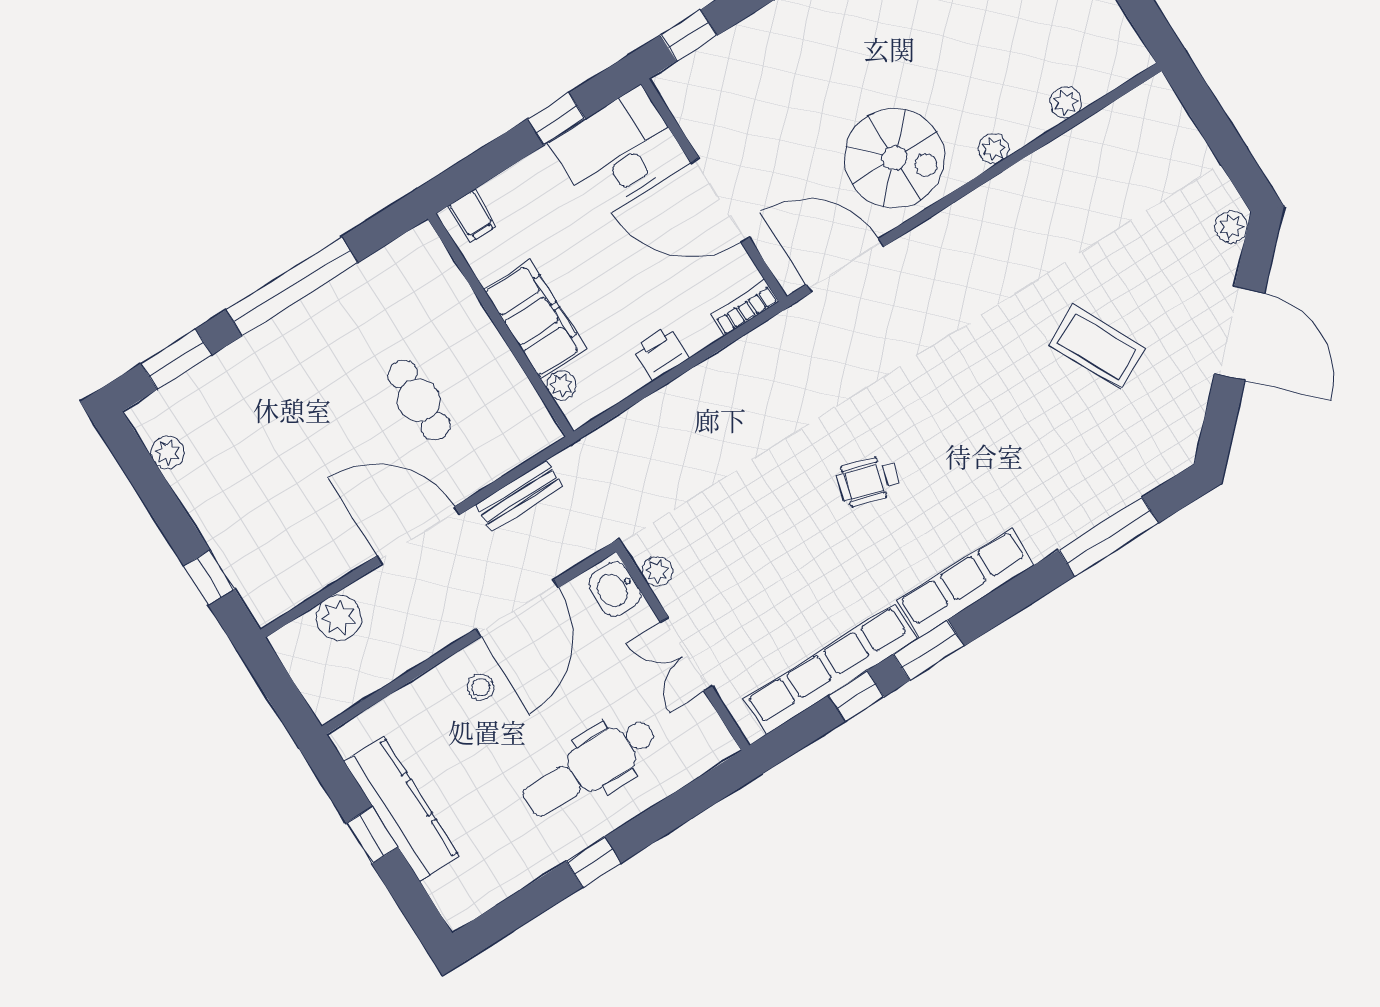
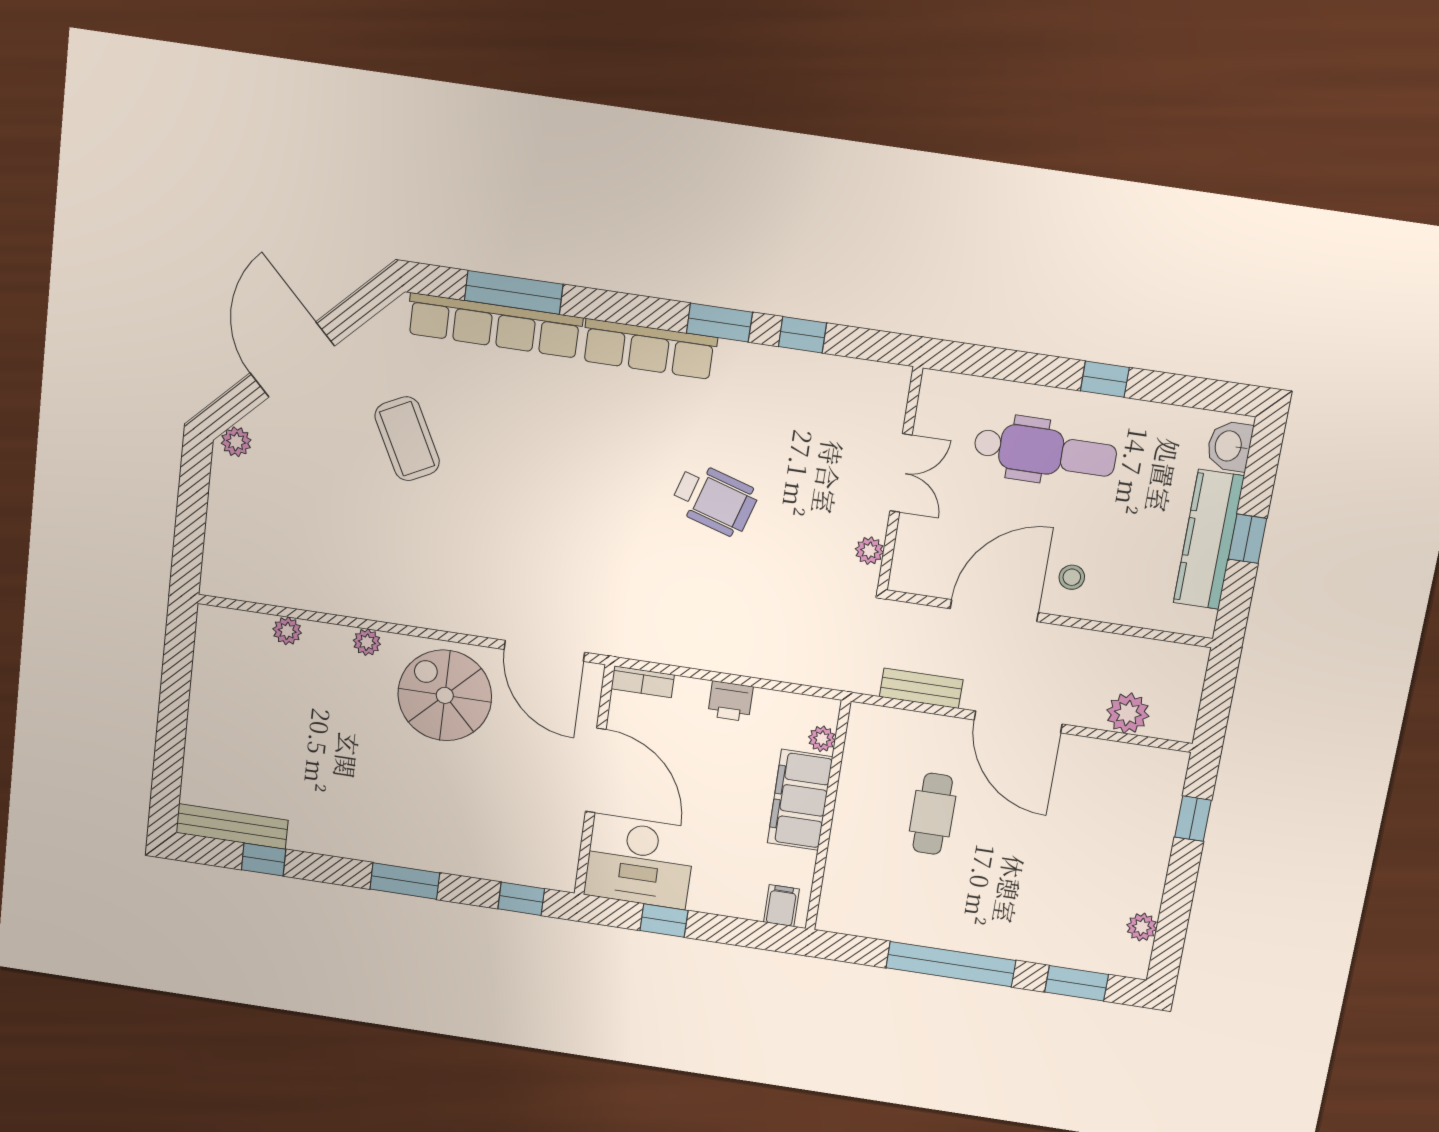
wheelchair: (868, 481) -> (715, 500), moved, width x1.36, depth x1.37
washbasin: (615, 589) -> (1229, 446), moved, turned 180
row of seats: (830, 669) -> (494, 326), moved

